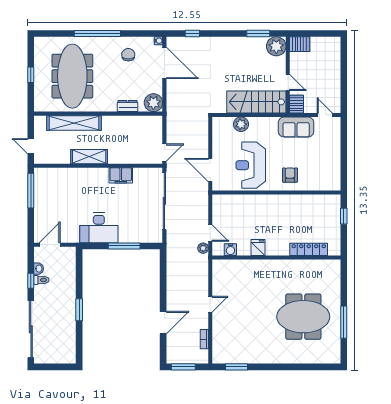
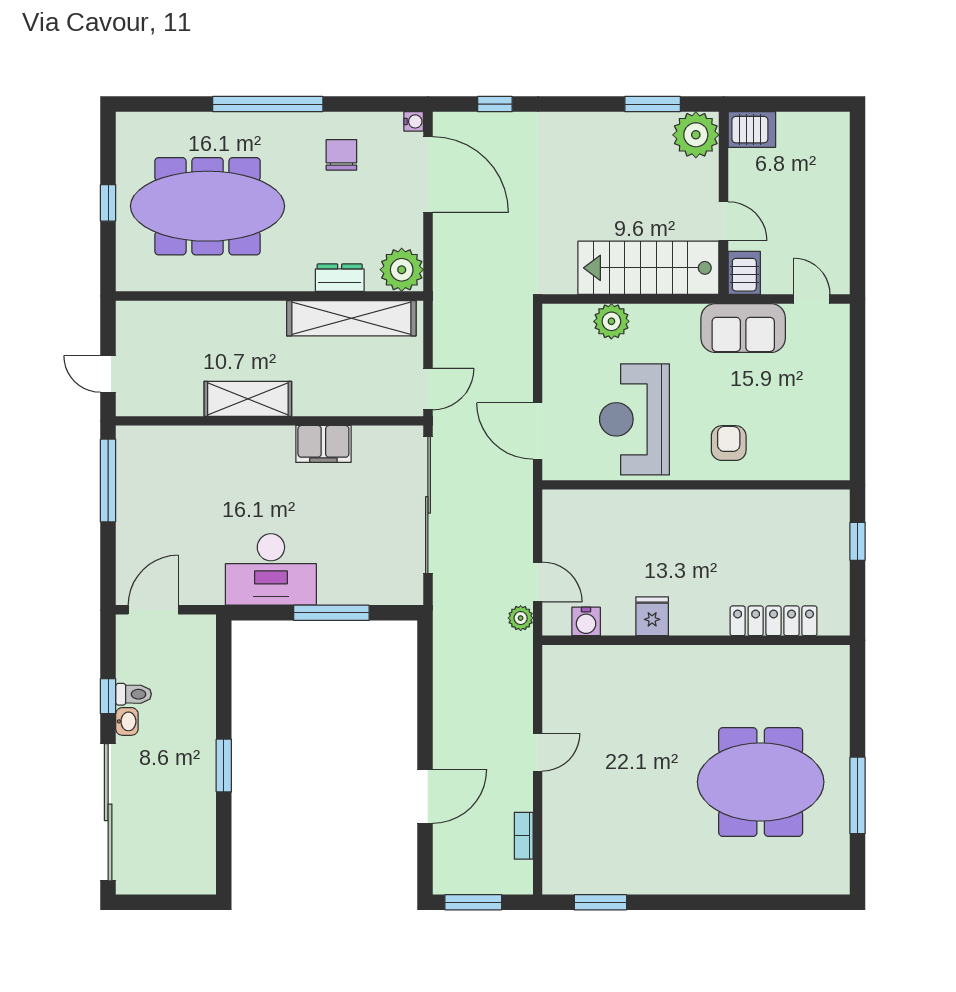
meeting table: (72, 76) -> (208, 206), turned 90
shelving: (74, 123) -> (351, 318), moved
washbasin: (39, 269) -> (127, 721), moved

